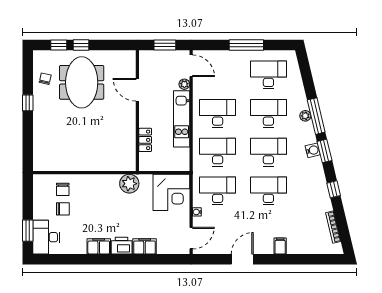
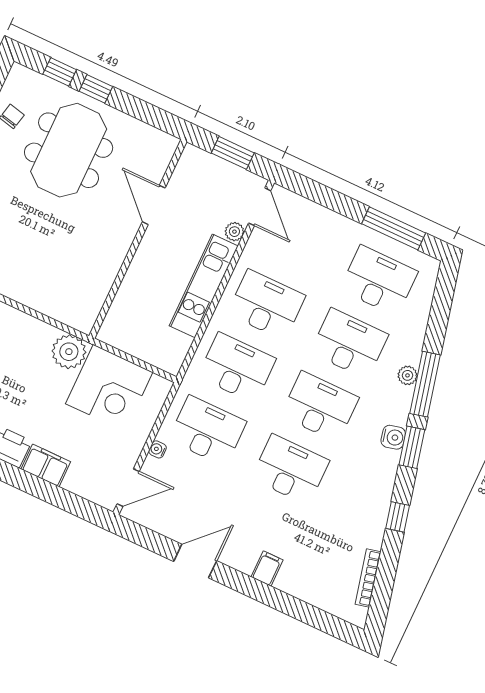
window: (246, 45) -> (394, 228), moved
locker: (145, 140) -> (128, 292), removed
corner desk: (171, 192) -> (109, 388), moved

